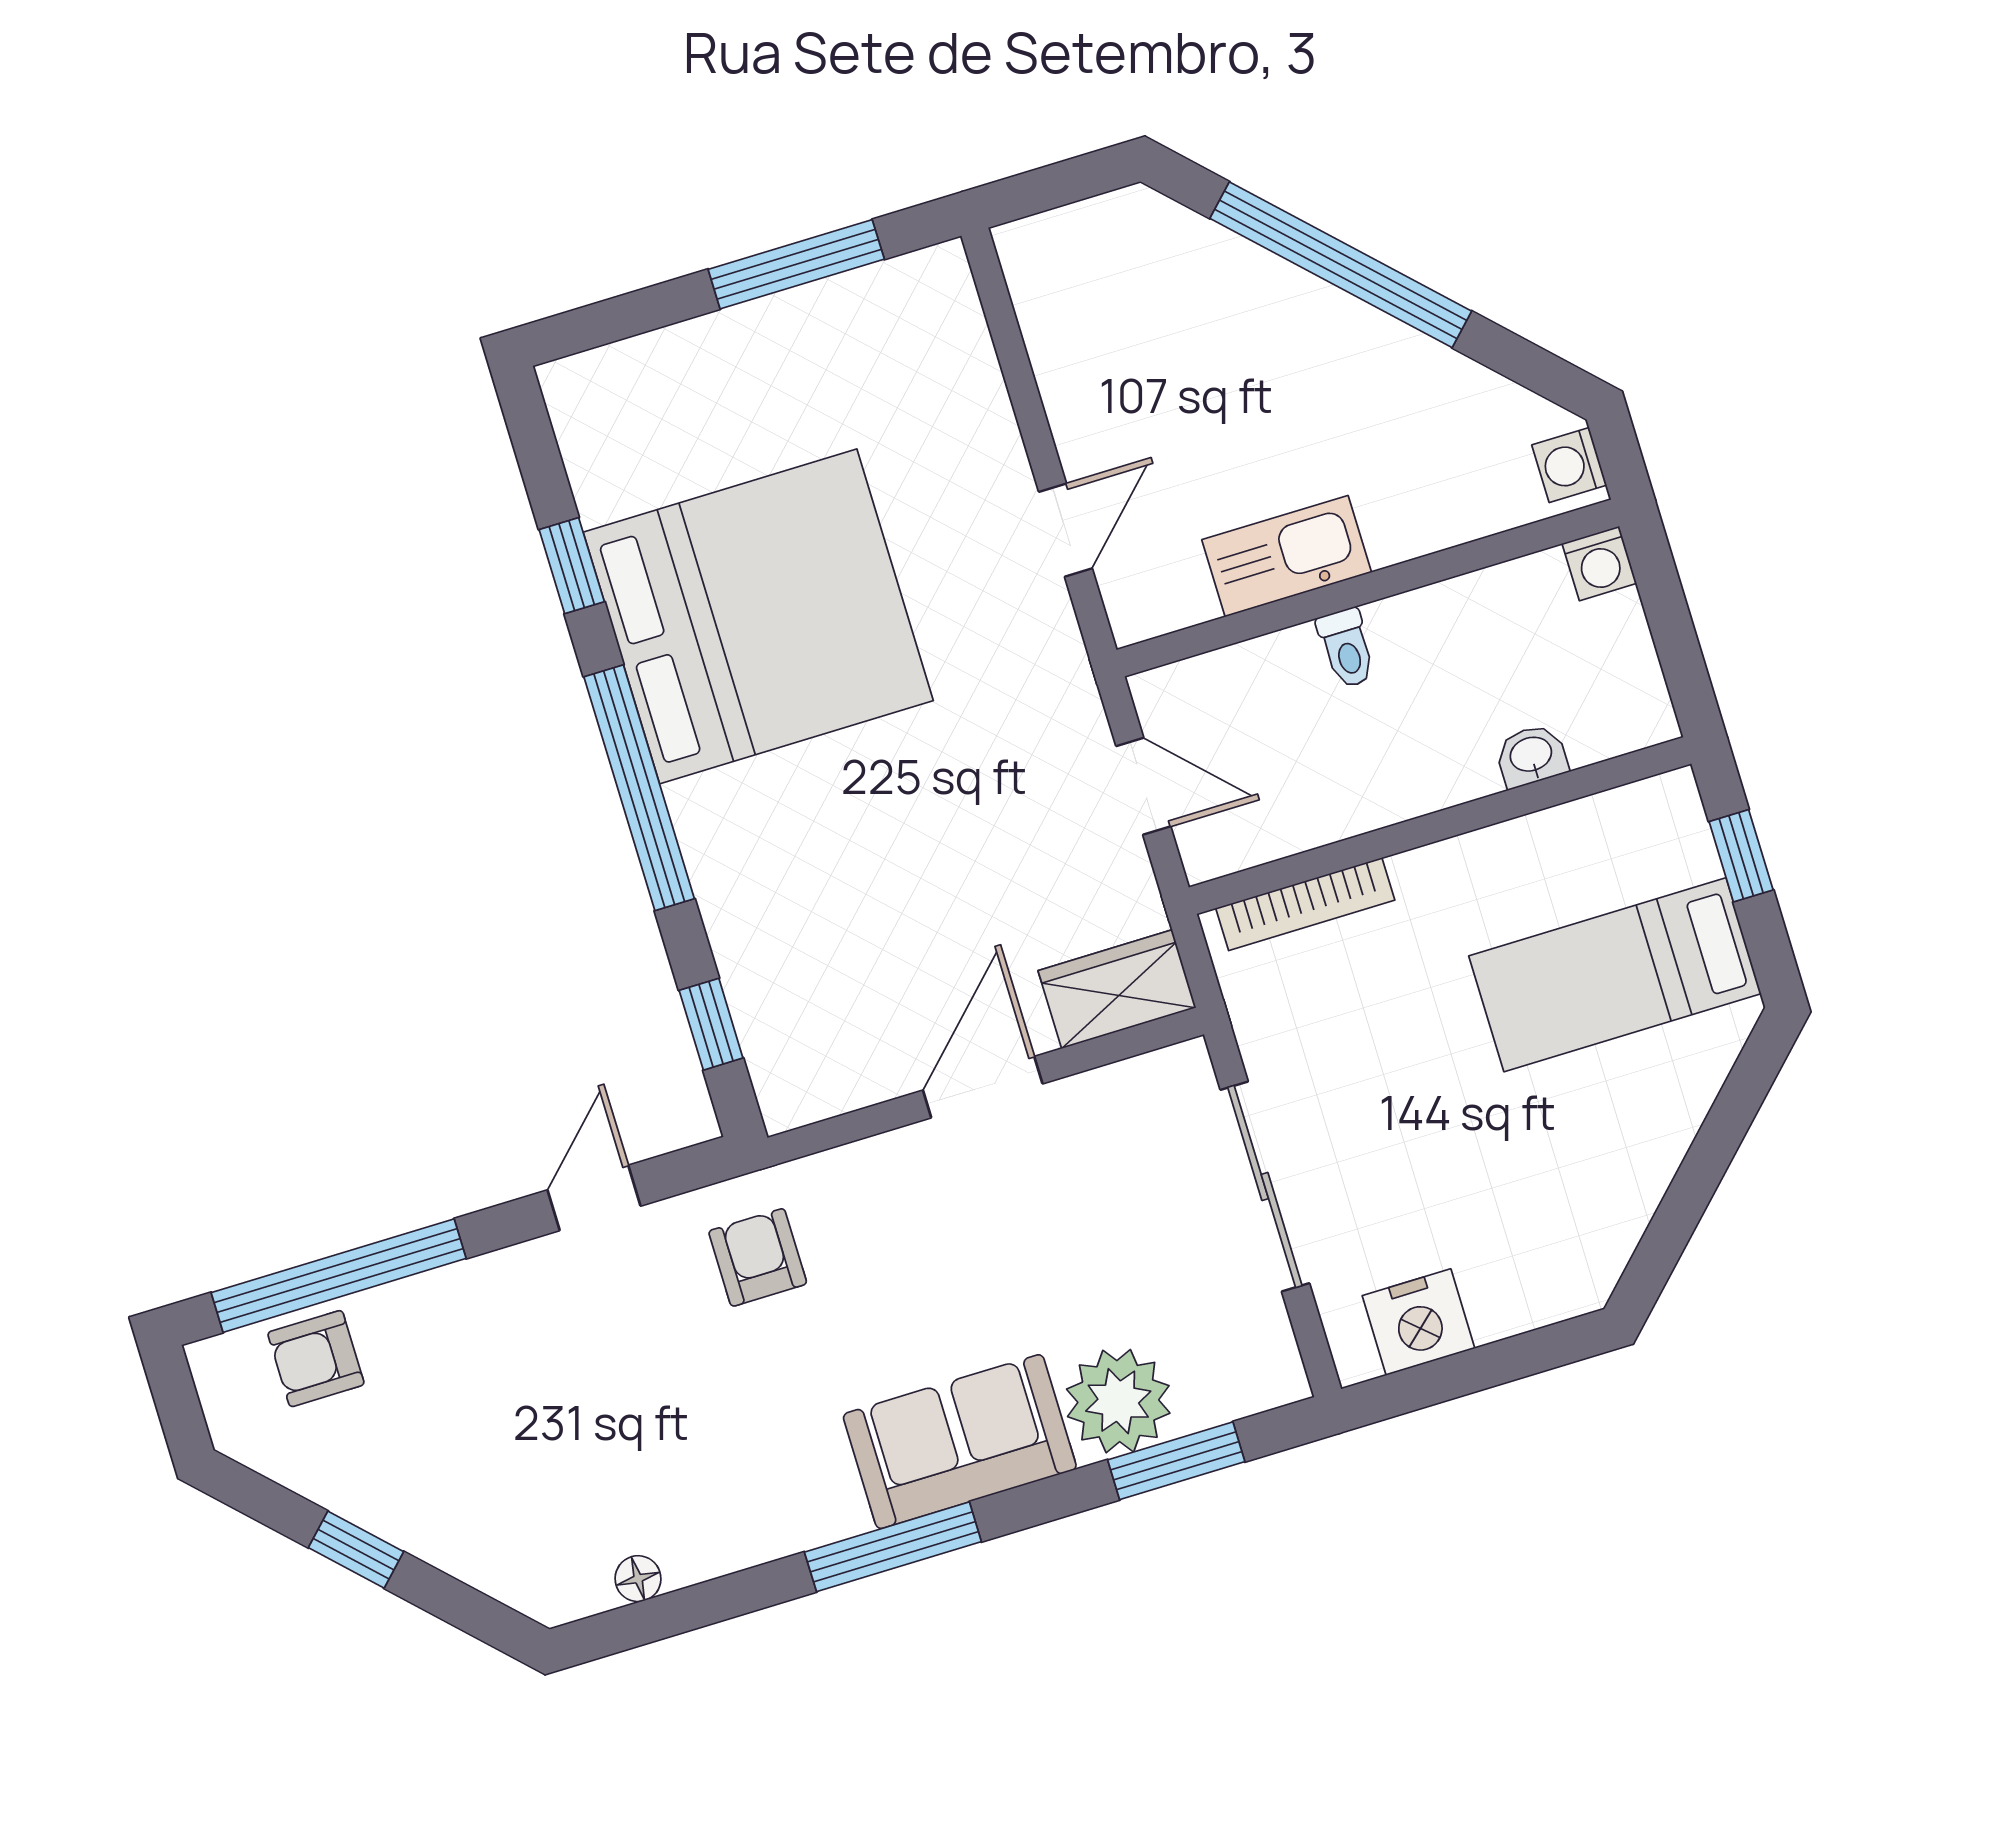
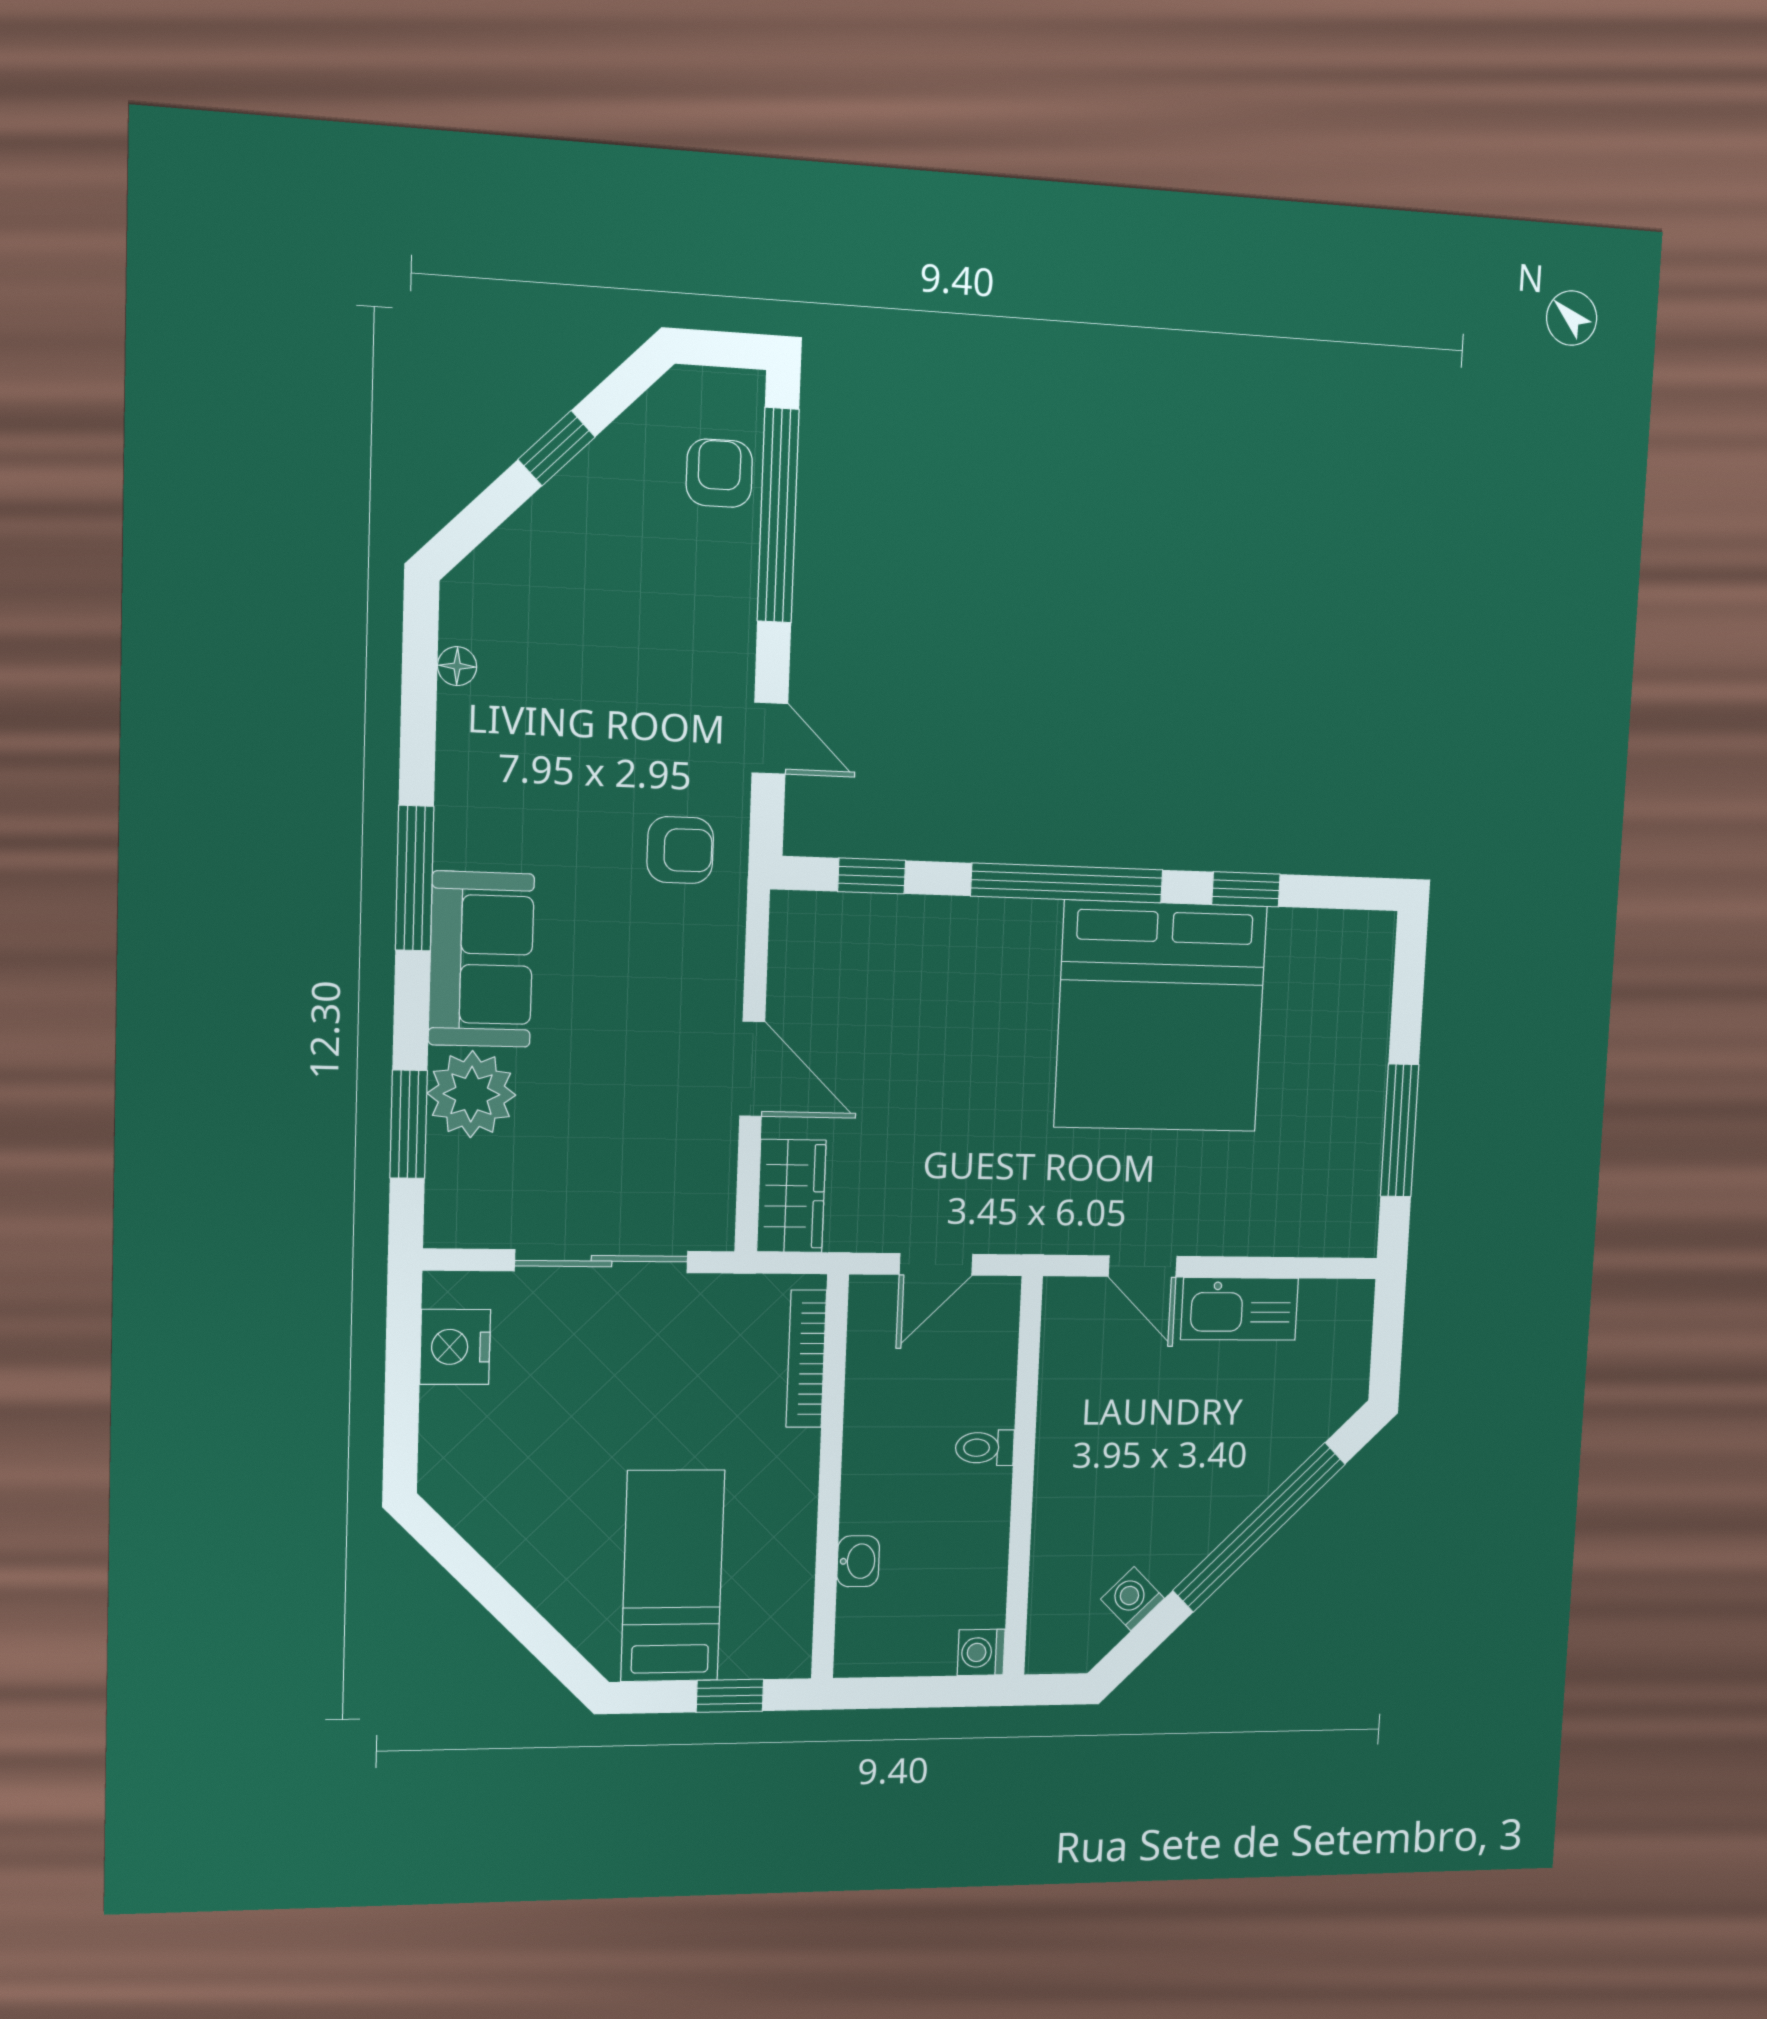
washing machine: (1569, 465) -> (1133, 1599), moved, turned -45
kitchen sink: (1287, 556) -> (1240, 1309), moved, turned 90

